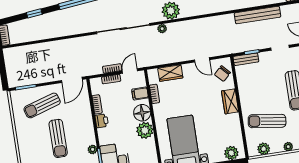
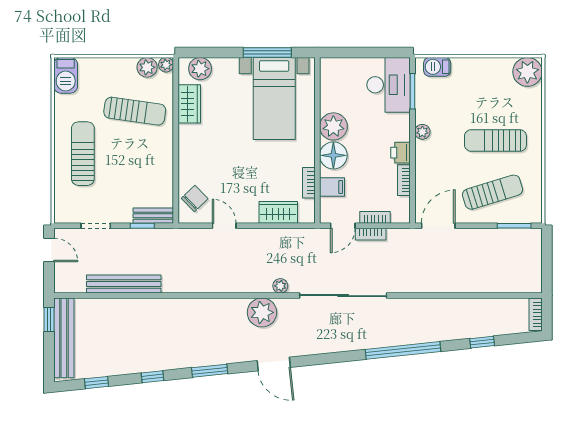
wardrobe: (230, 101) -> (189, 104), moved
sun lounger: (58, 138) -> (495, 140), moved, turned -90
plant: (288, 147) -> (166, 65), moved
plant: (93, 149) -> (422, 132), moved

